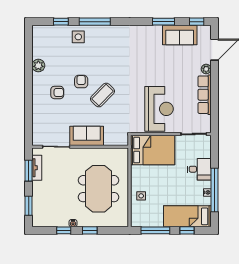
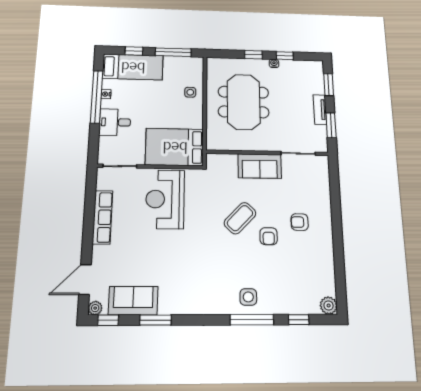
side table: (78, 37) -> (248, 297), moved
plant: (38, 66) -> (329, 306), moved
plant: (206, 69) -> (95, 308), moved
tv unit: (37, 168) -> (320, 110), moved

